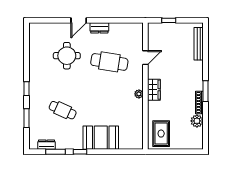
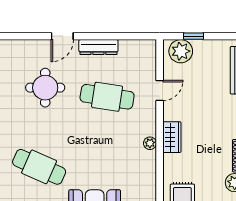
dresser: (99, 28) -> (98, 47), width x1.44
plant: (160, 31) -> (181, 51), added
cafe table: (63, 110) -> (39, 167), width x1.37, depth x1.35

